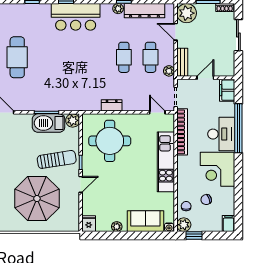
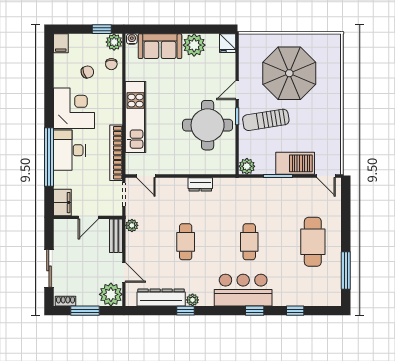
cafe table: (151, 57) -> (249, 242), moved
barbecue: (49, 123) -> (295, 163), moved
round table: (110, 141) -> (208, 125), moved
plant: (117, 227) -> (194, 45), width x1.87, depth x1.87

